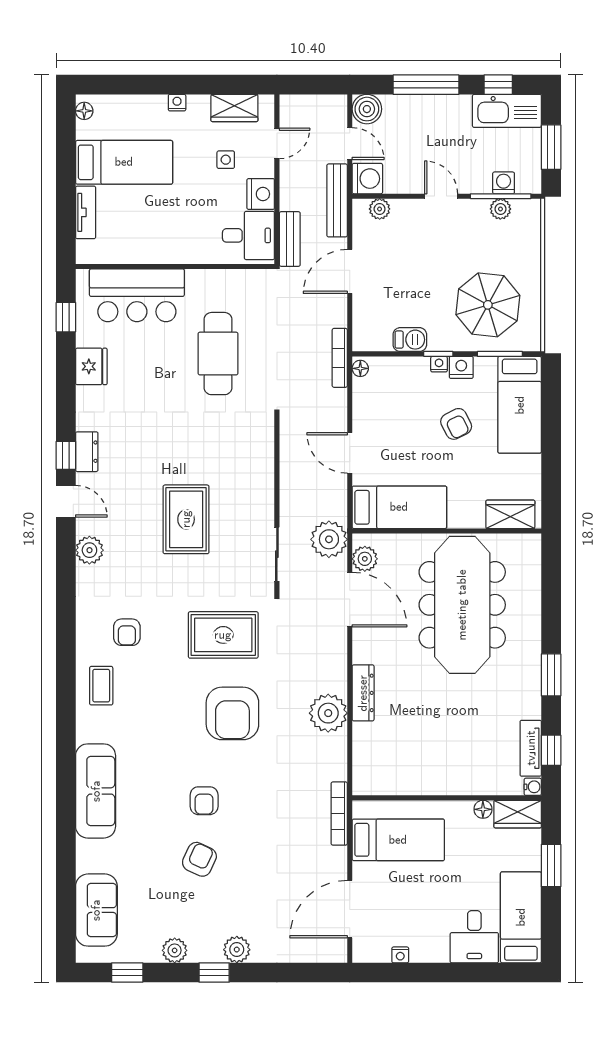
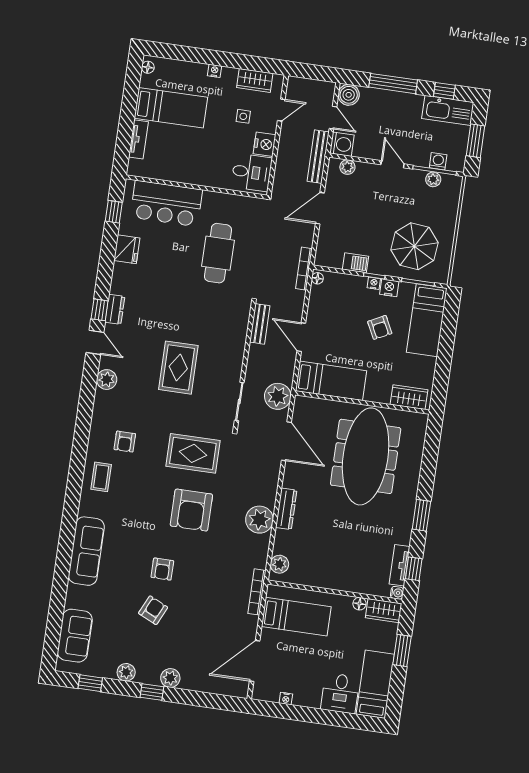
bench: (290, 239) -> (260, 324), moved
plant: (365, 559) -> (279, 564), moved

